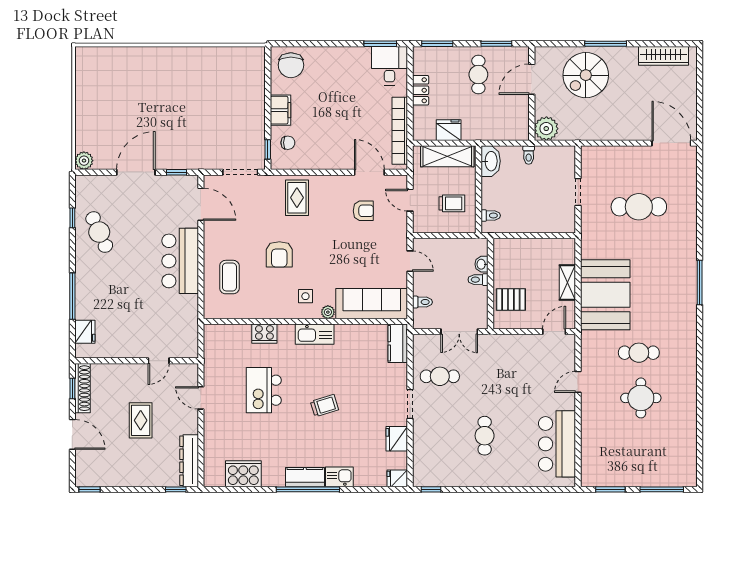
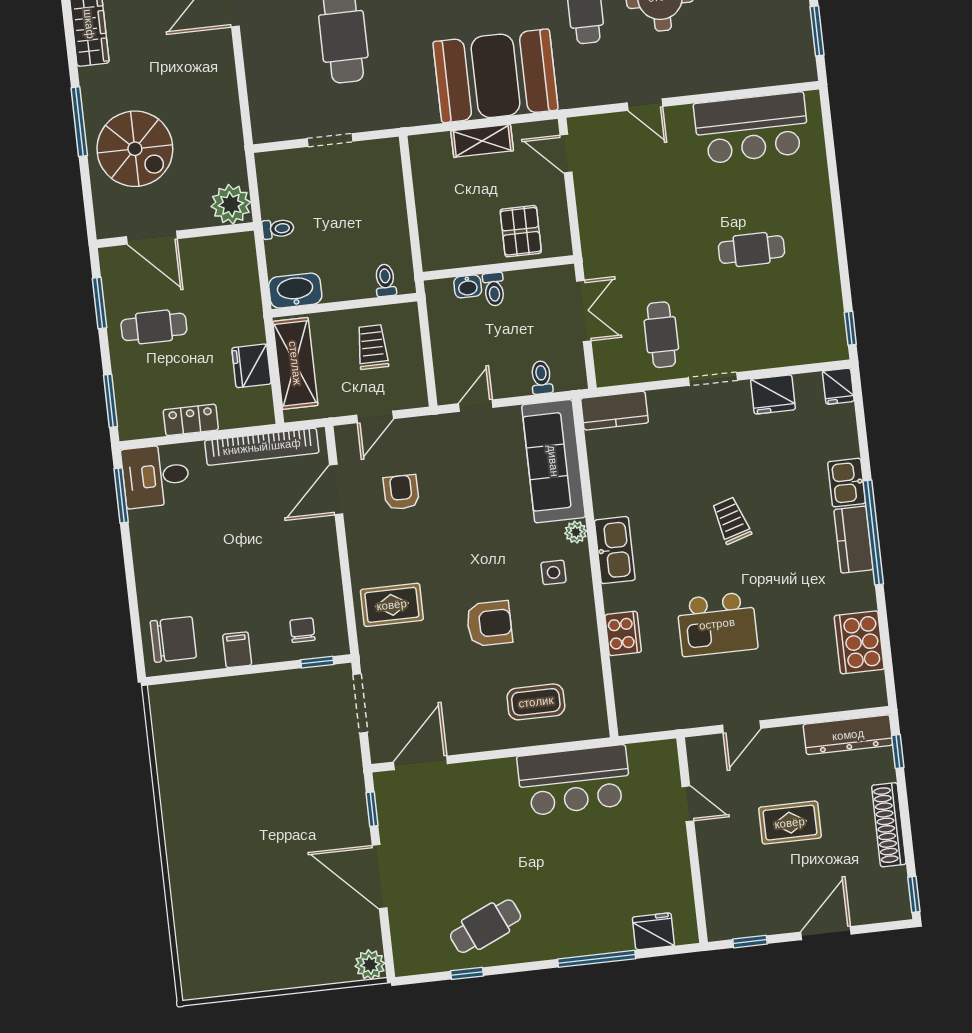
filing cabinet: (280, 110) -> (237, 650), width x0.50
bar counter: (180, 261) -> (574, 780), moved
shoe rack: (83, 388) -> (889, 825), moved, turned -90

